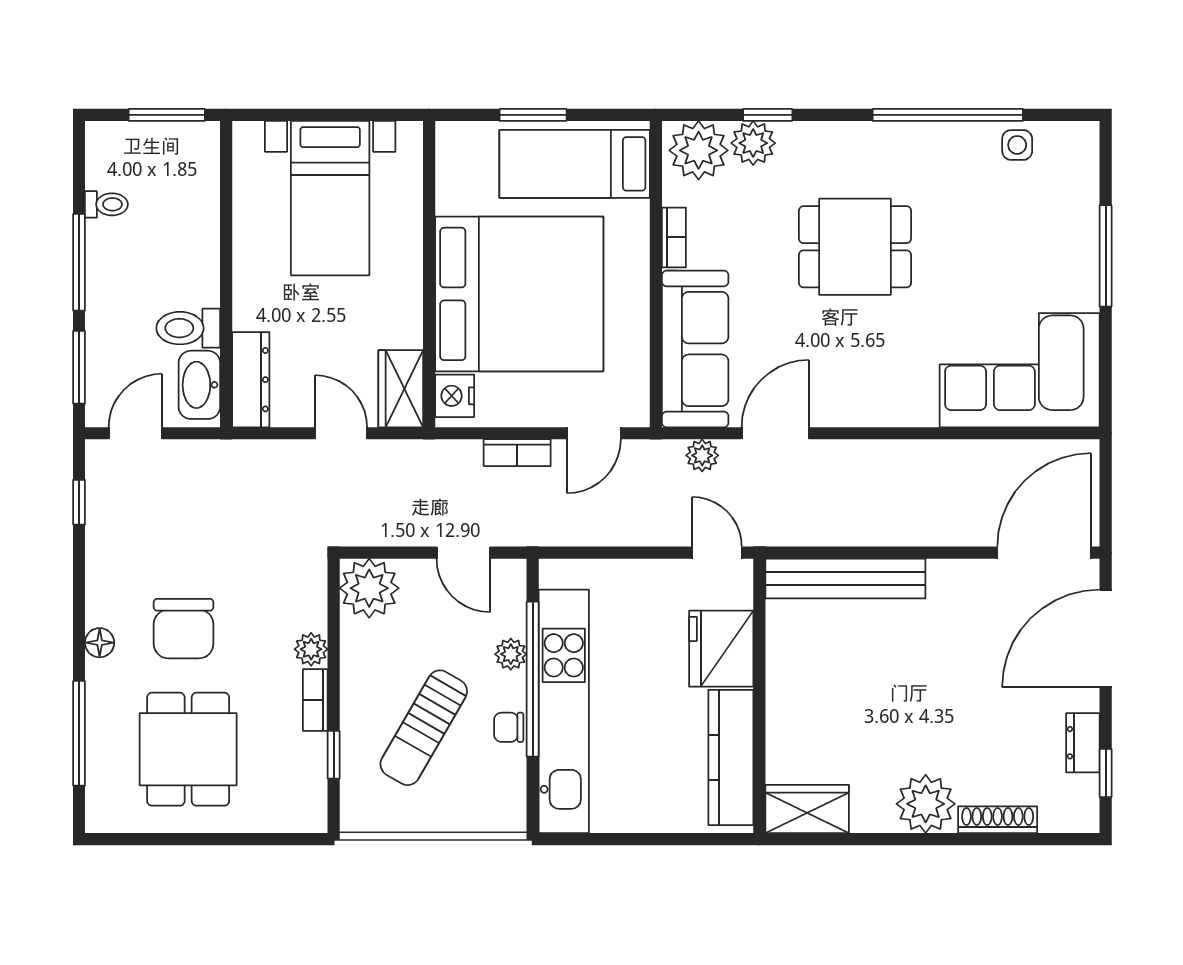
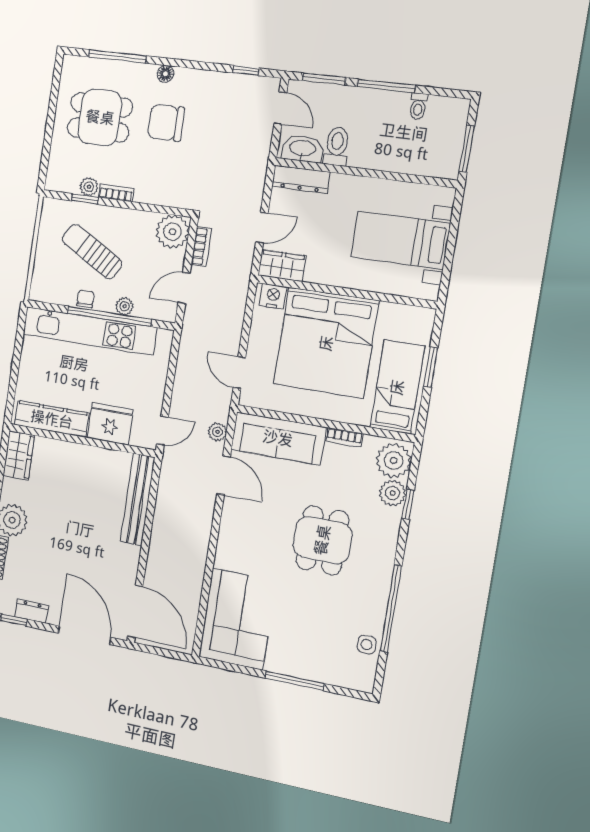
bookcase: (517, 453) -> (201, 247), moved, turned 180
plant: (311, 649) -> (89, 187), moved

